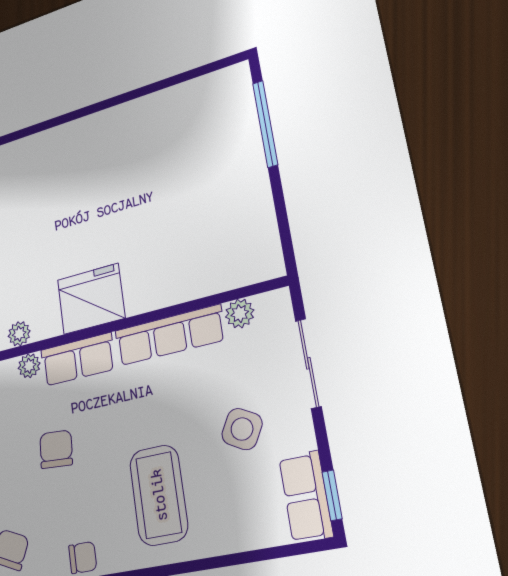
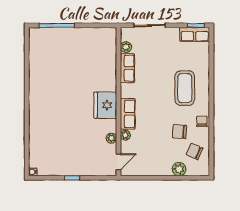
row of seats: (169, 335) -> (127, 68), width x0.68
side table: (242, 429) -> (167, 53), removed
chair: (56, 449) -> (180, 132), moved
coffee table: (159, 495) -> (185, 88), turned 90

